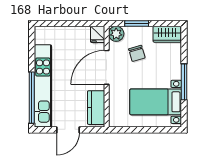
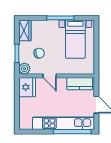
fridge: (98, 34) -> (27, 87), width x1.88, depth x1.34
door: (107, 67) -> (50, 76), width x0.53

